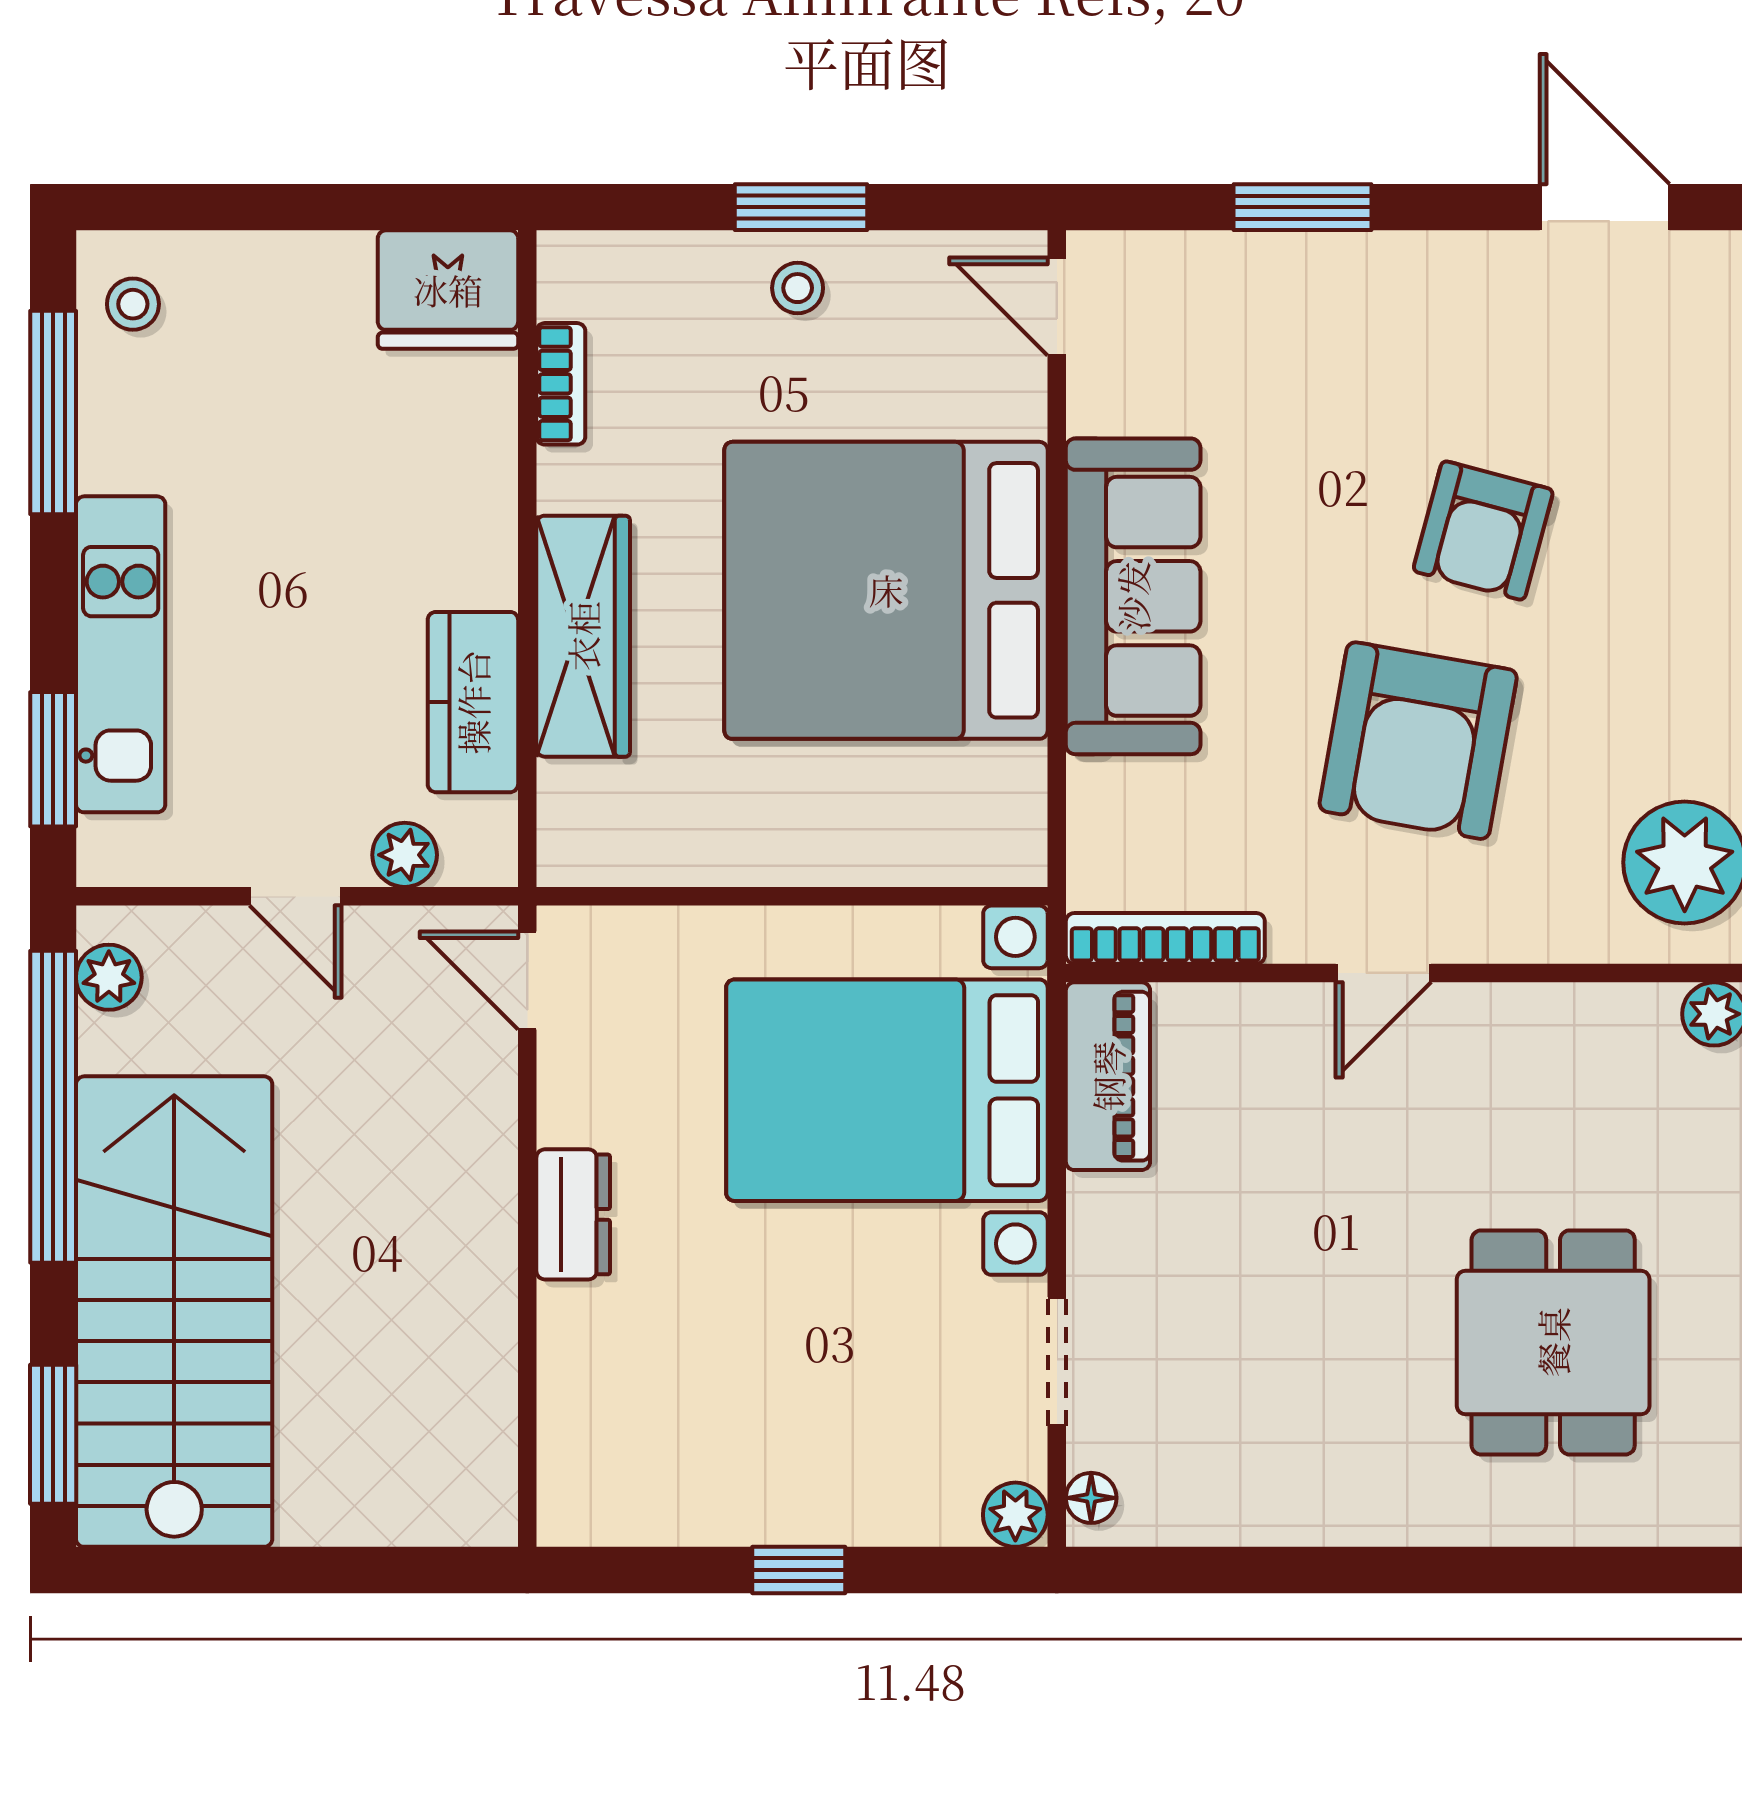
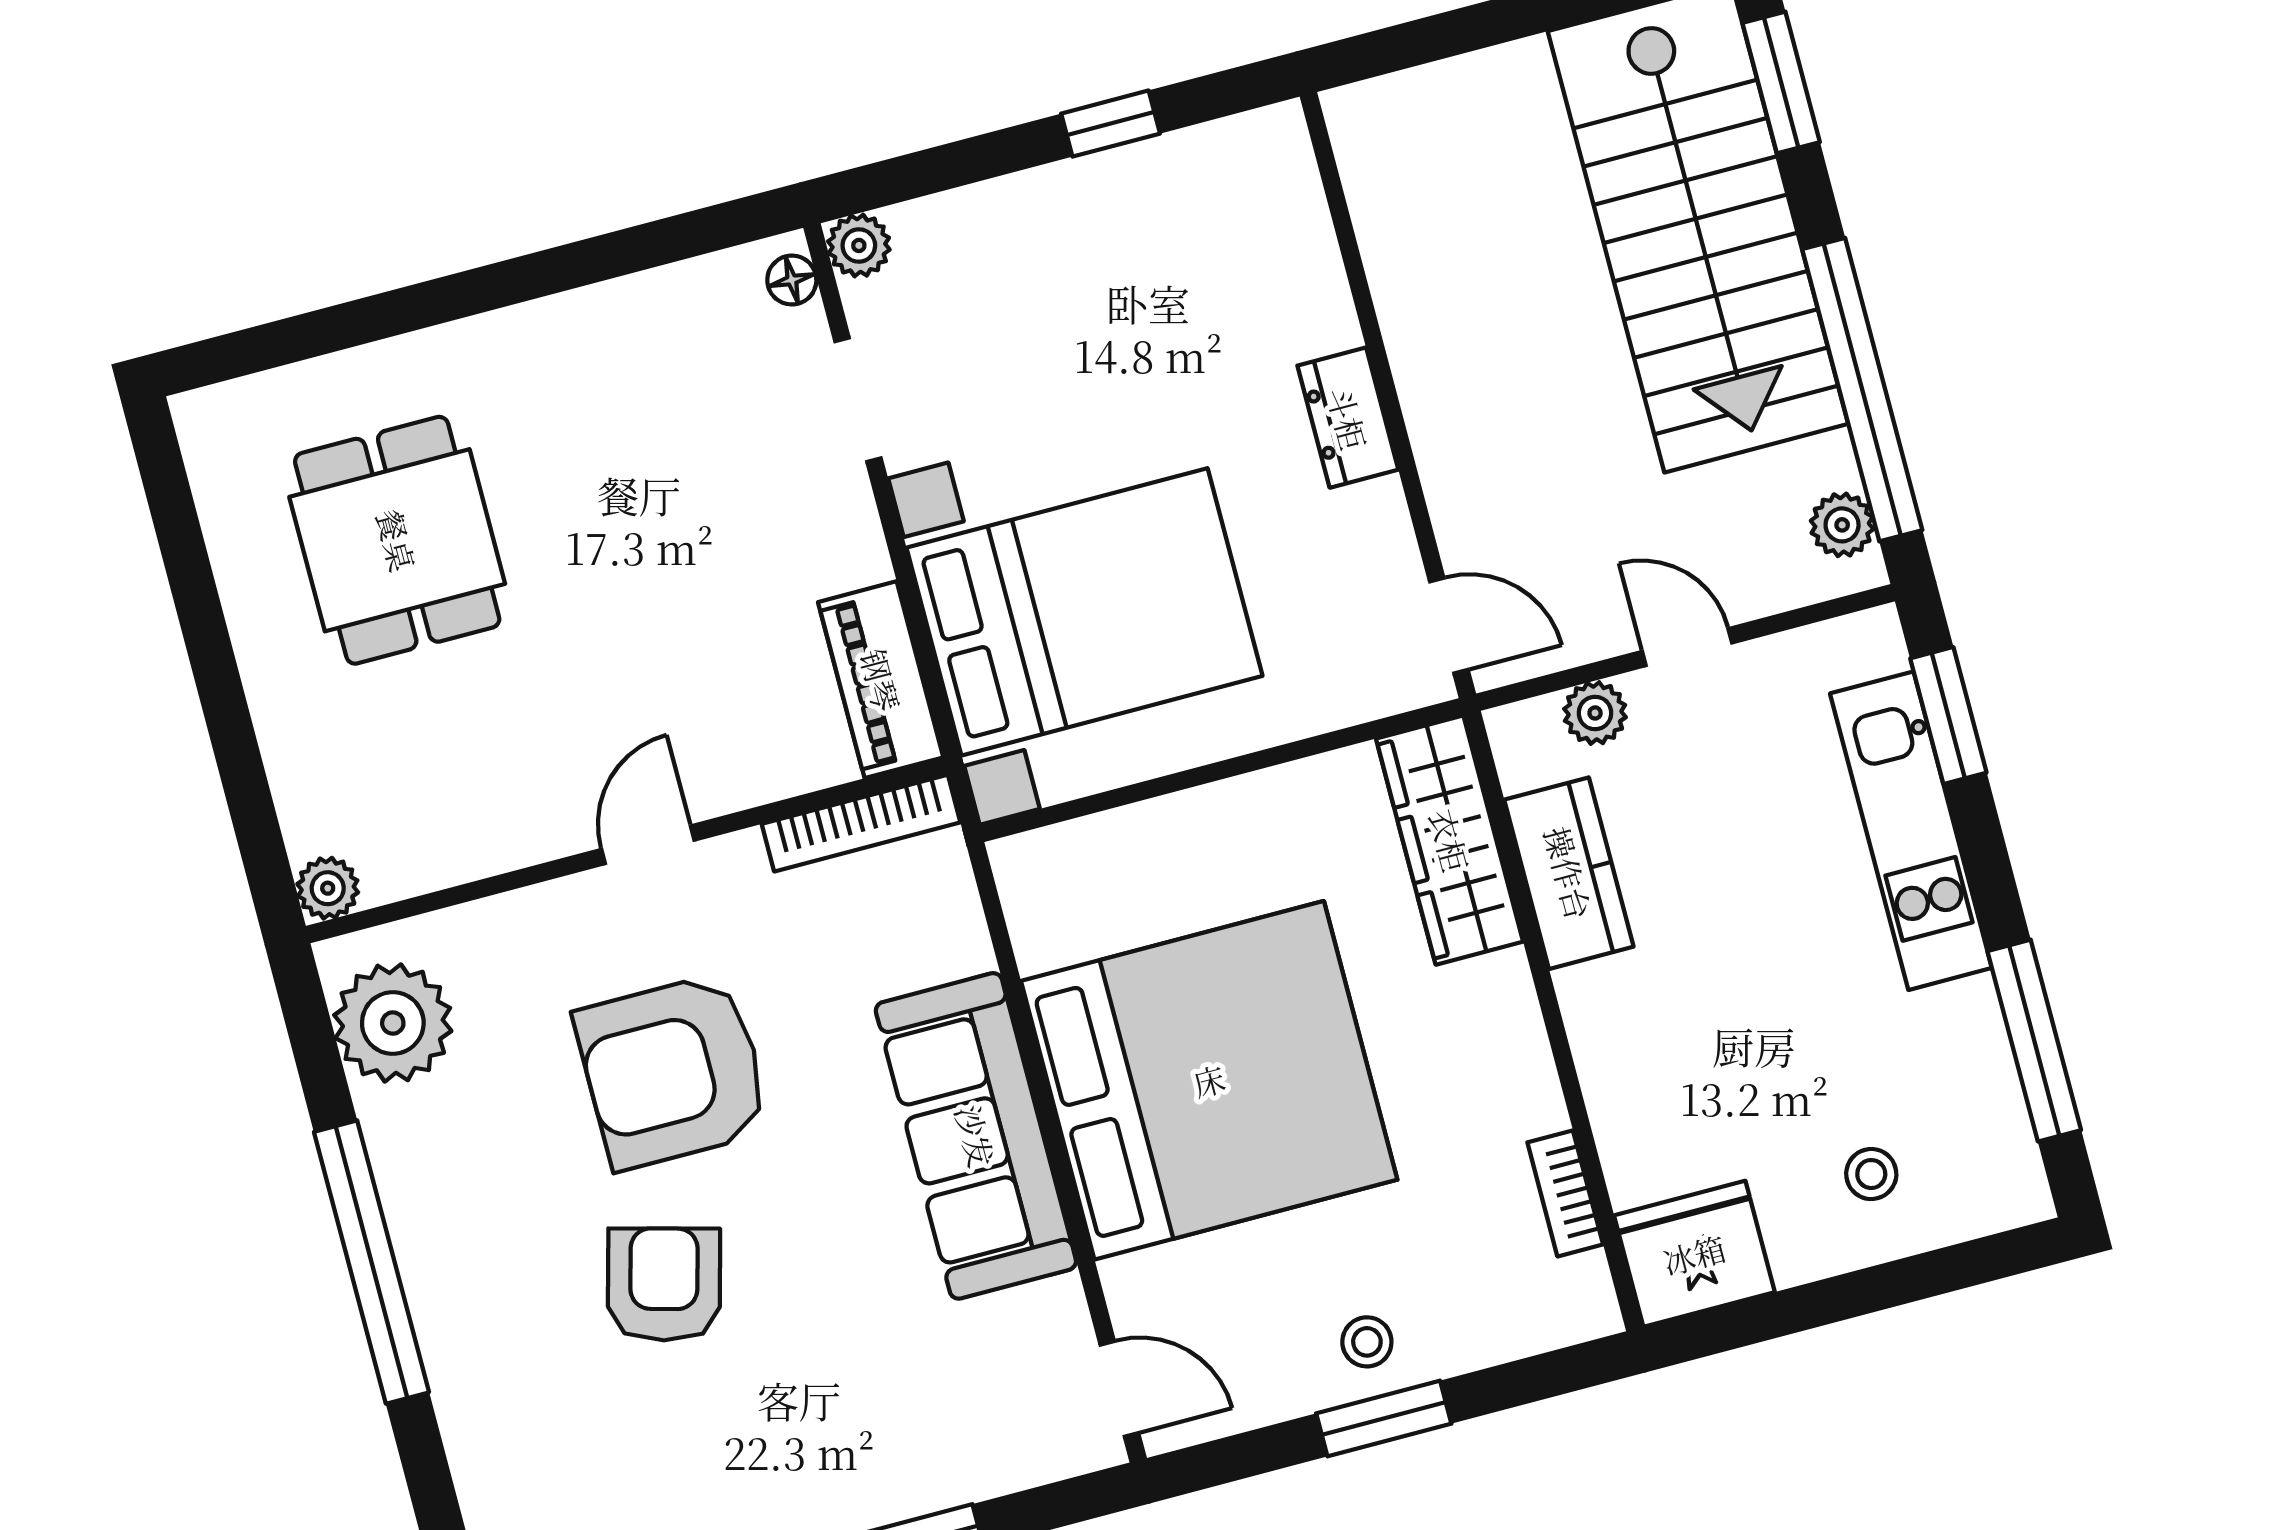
stool: (133, 304) -> (1871, 1174), moved
wardrobe: (583, 636) -> (1450, 840), moved
armchair: (1418, 741) -> (673, 1071), turned -100
window: (799, 1570) -> (1111, 124), moved

